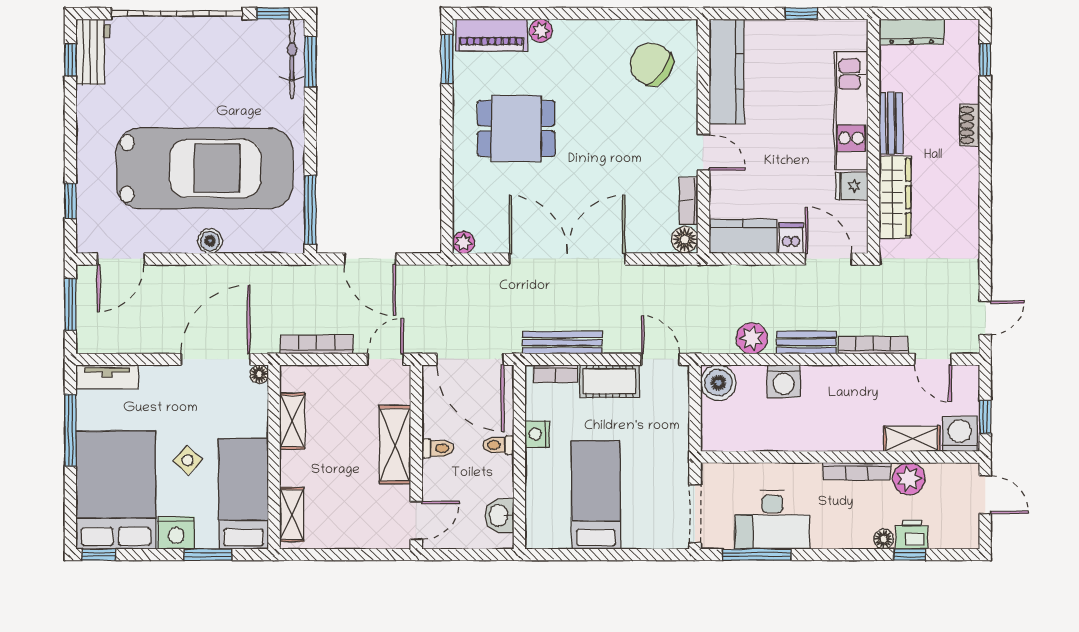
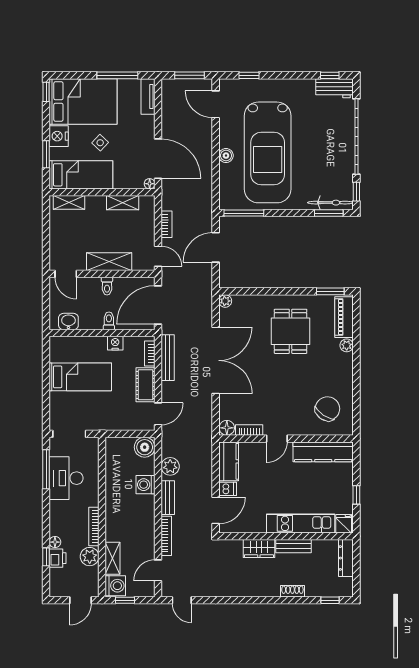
fridge: (852, 186) -> (344, 524), moved
wardrobe: (895, 197) -> (259, 548), width x0.67
bookcase: (317, 345) -> (167, 224), width x0.64

